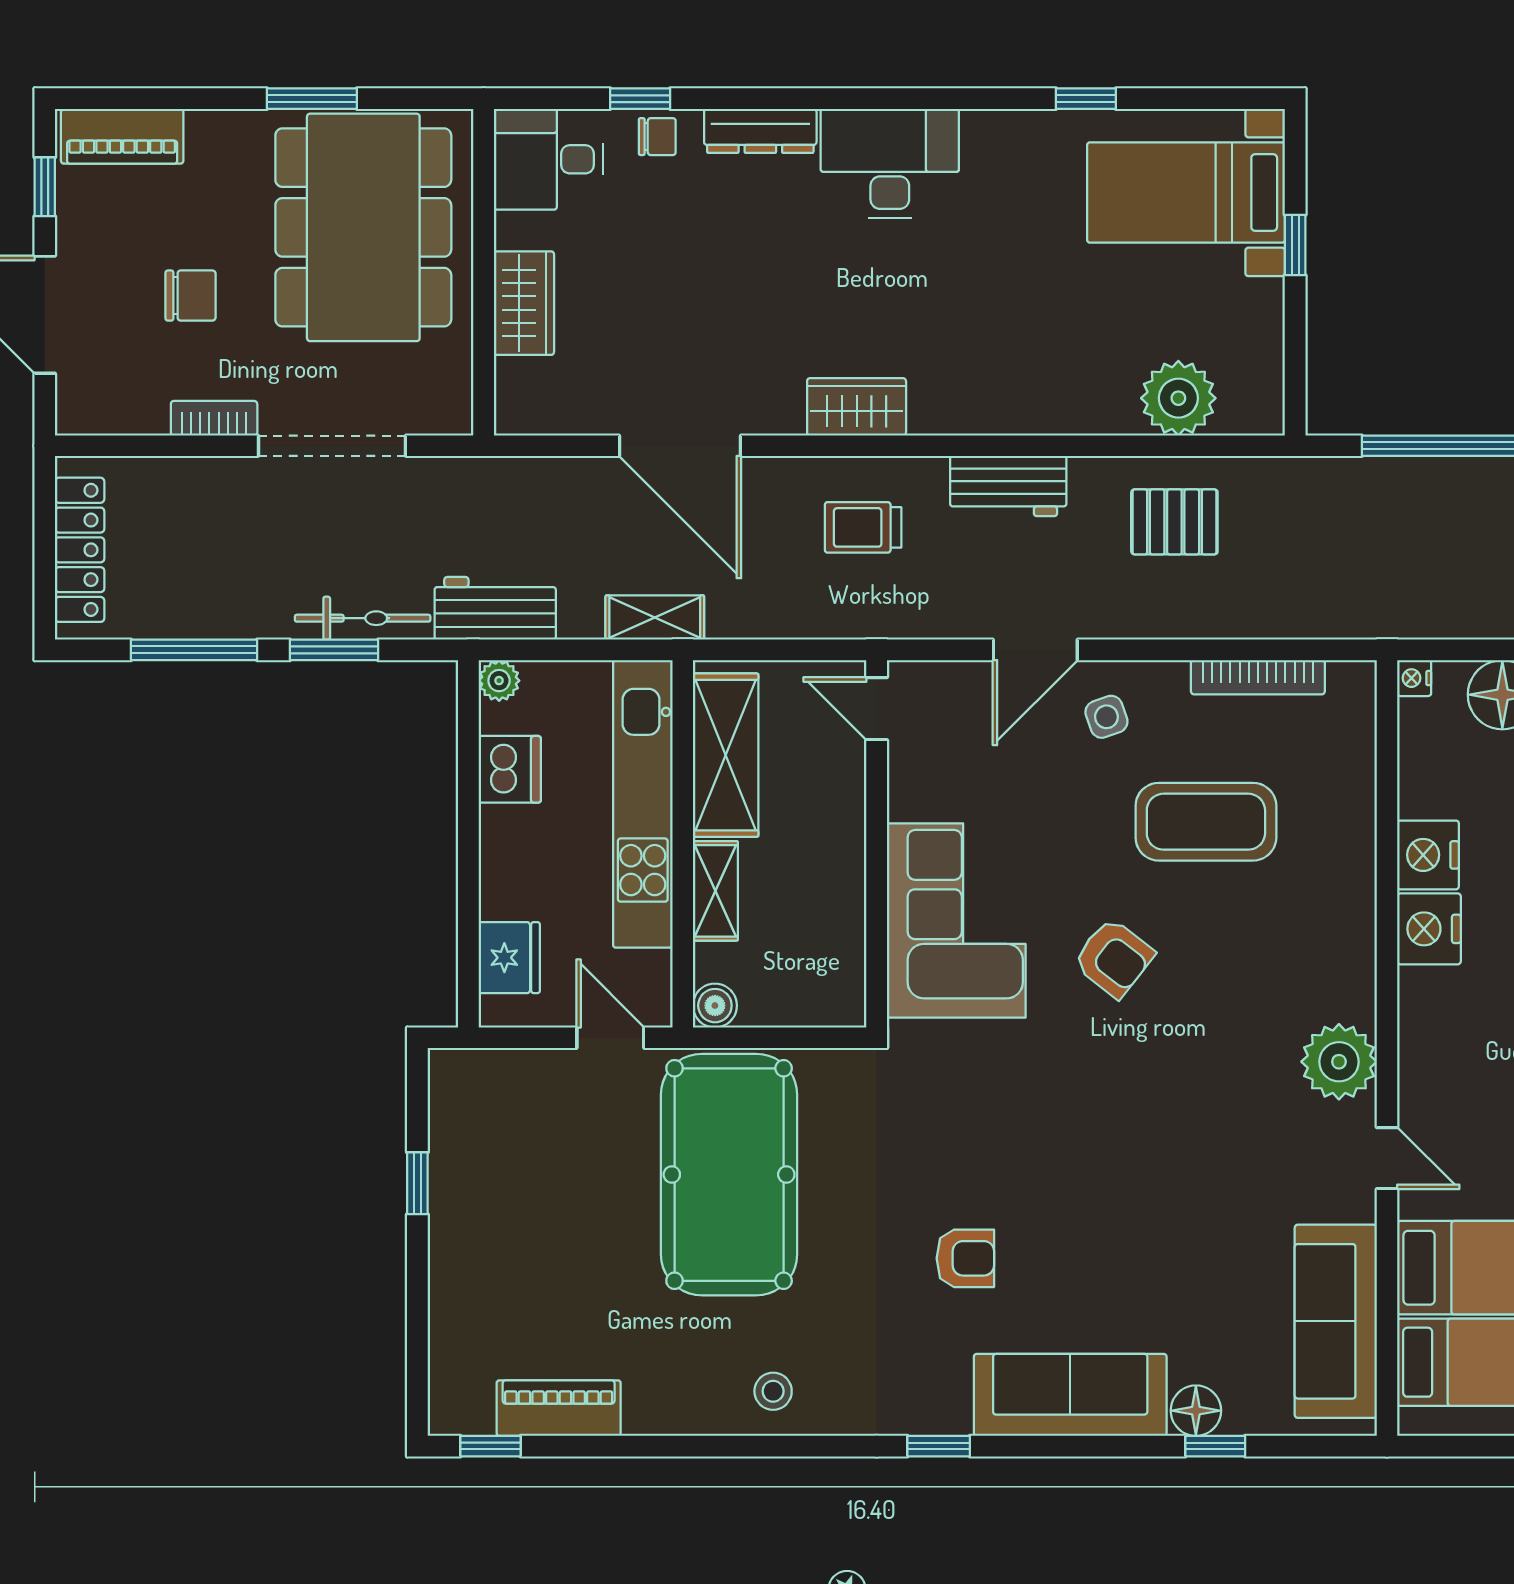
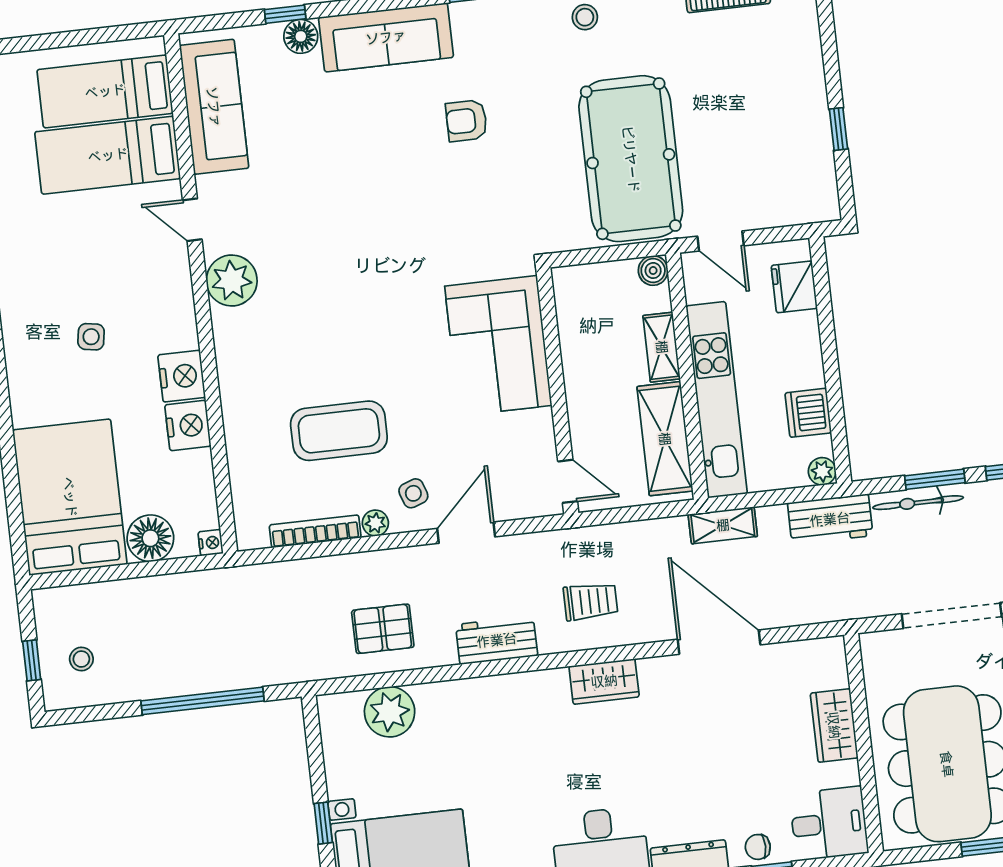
plant: (1168, 679) -> (375, 523), added
armchair: (1114, 958) -> (390, 333), removed

